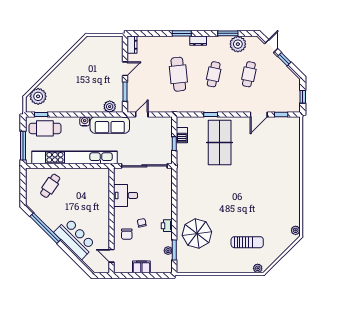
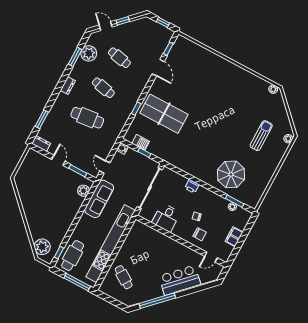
window: (182, 33) -> (42, 119), moved
water cooler: (85, 121) -> (122, 148), moved
printer: (167, 226) -> (192, 186), moved

